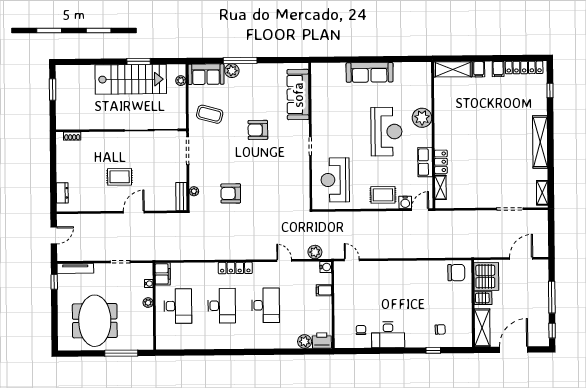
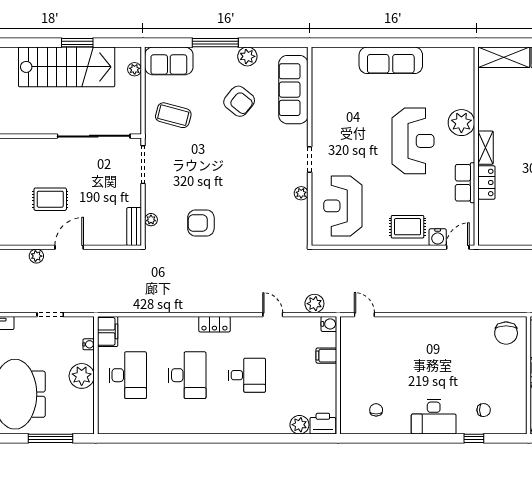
plant: (232, 71) -> (247, 56), moved
armchair: (258, 130) -> (239, 101), moved, turned -141
plant: (304, 171) -> (301, 193), added
shelving: (440, 187) -> (486, 148), moved
plant: (110, 219) -> (36, 256), added
locker: (235, 268) -> (214, 324), width x0.66
chair: (456, 273) -> (506, 333), turned 90
plant: (148, 303) -> (82, 376), width x1.87, depth x1.87
desk: (266, 305) -> (247, 375), width x0.73
desk: (388, 335) -> (434, 417), moved

